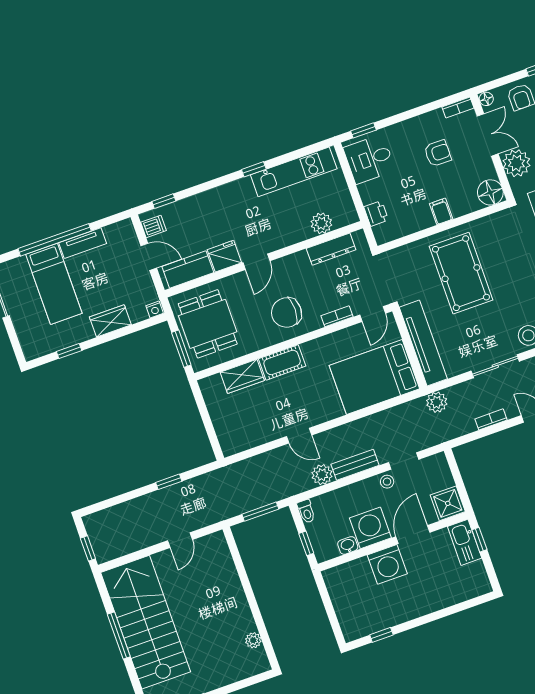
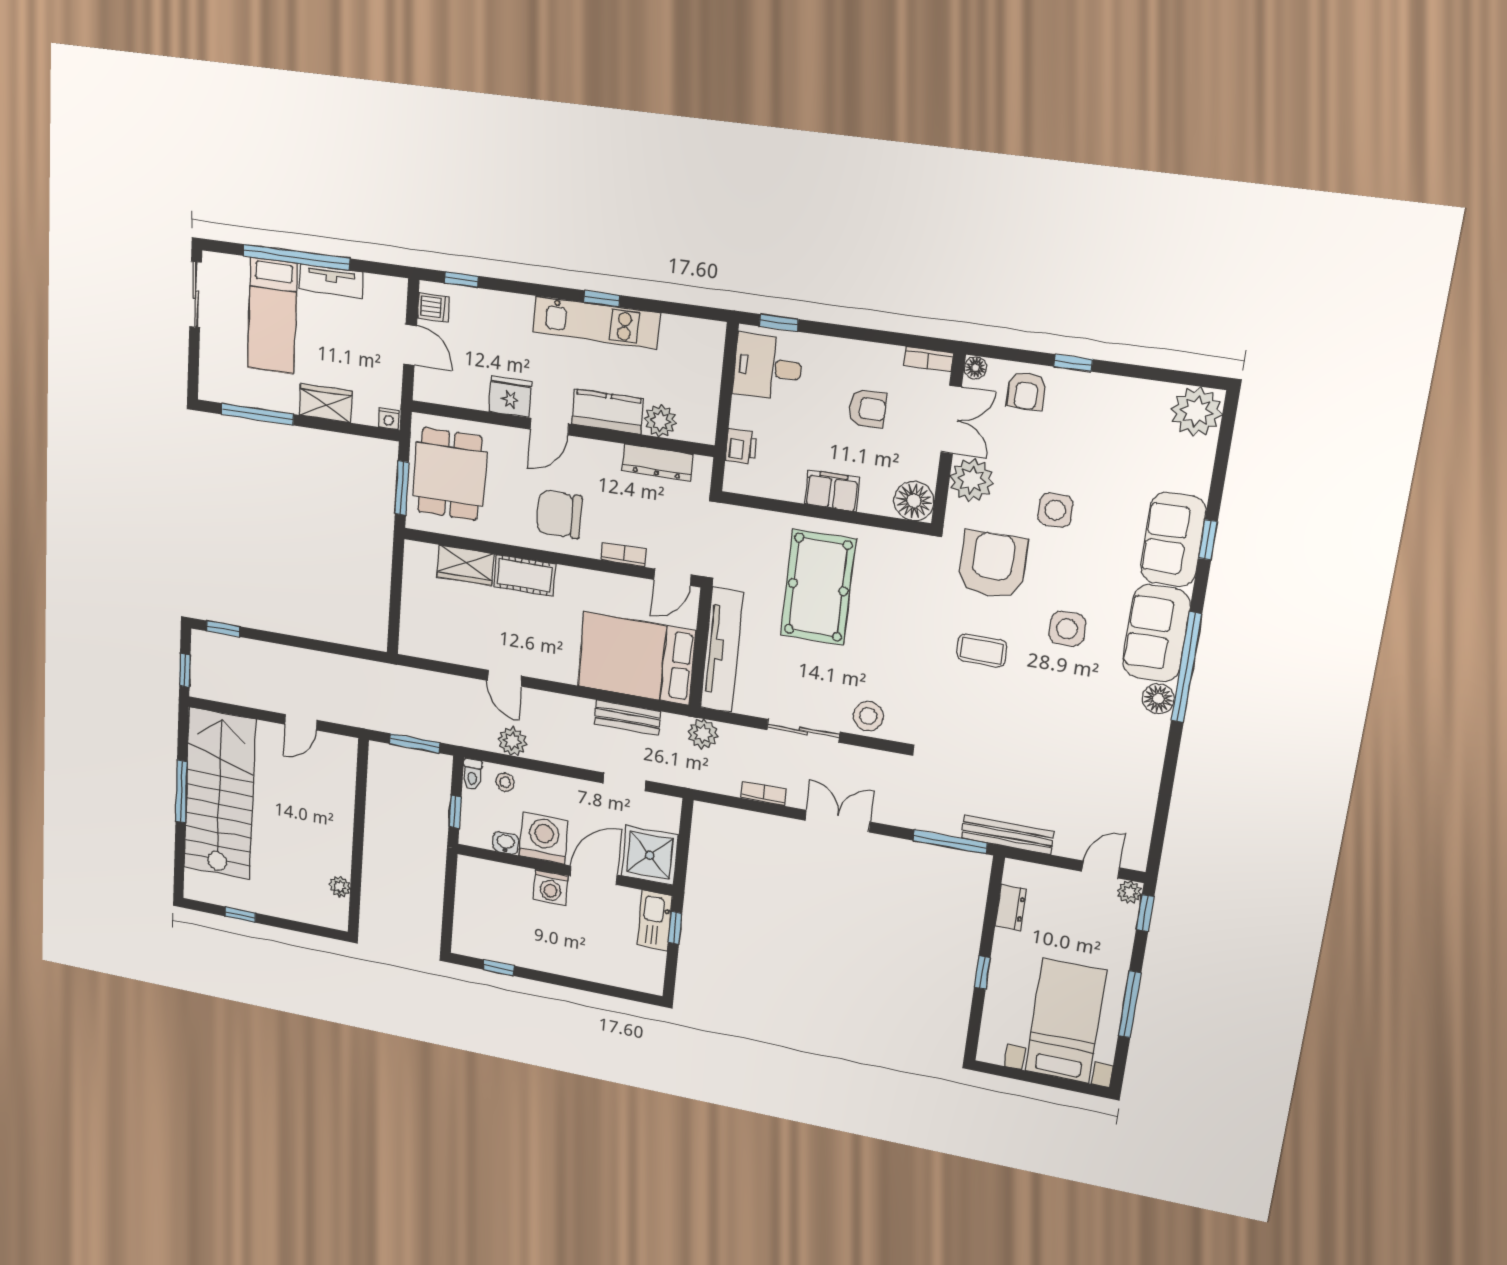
kitchen unit: (294, 172) -> (596, 322), moved
filing cabinet: (441, 211) -> (832, 491), width x2.00
kitchen counter: (188, 270) -> (608, 412), moved
window: (69, 351) -> (257, 414), width x2.17
bench: (355, 465) -> (627, 718), moved
window: (169, 482) -> (223, 629), moved
stool: (387, 482) -> (505, 782), moved
shower: (448, 503) -> (650, 855), width x1.36, depth x1.36
washing machine: (387, 564) -> (551, 888), width x0.73, depth x0.73

